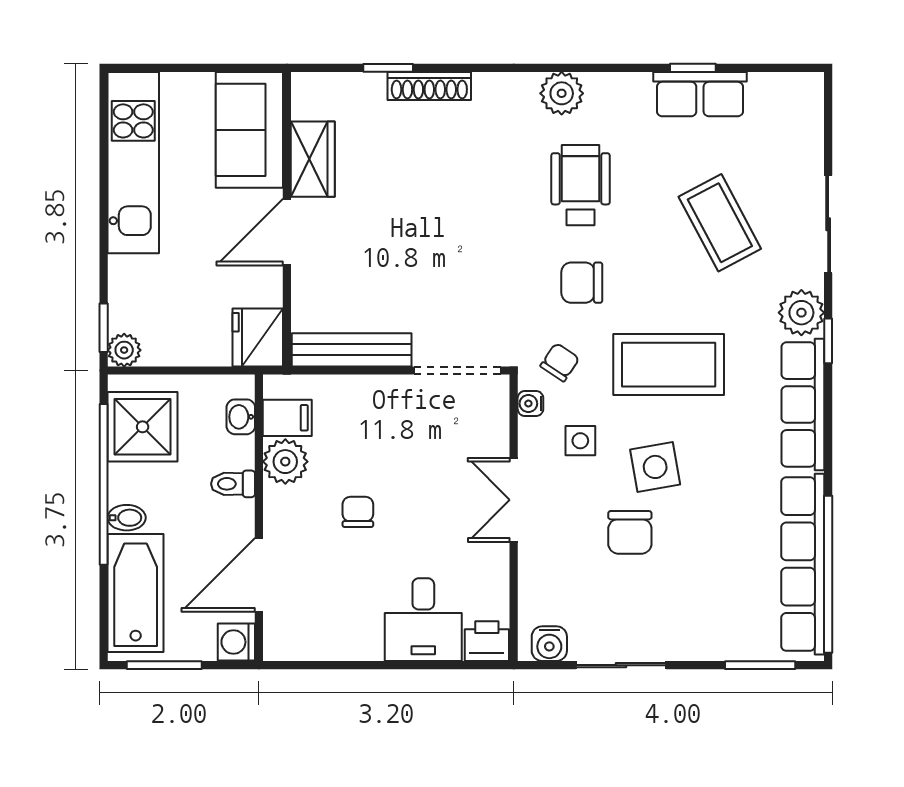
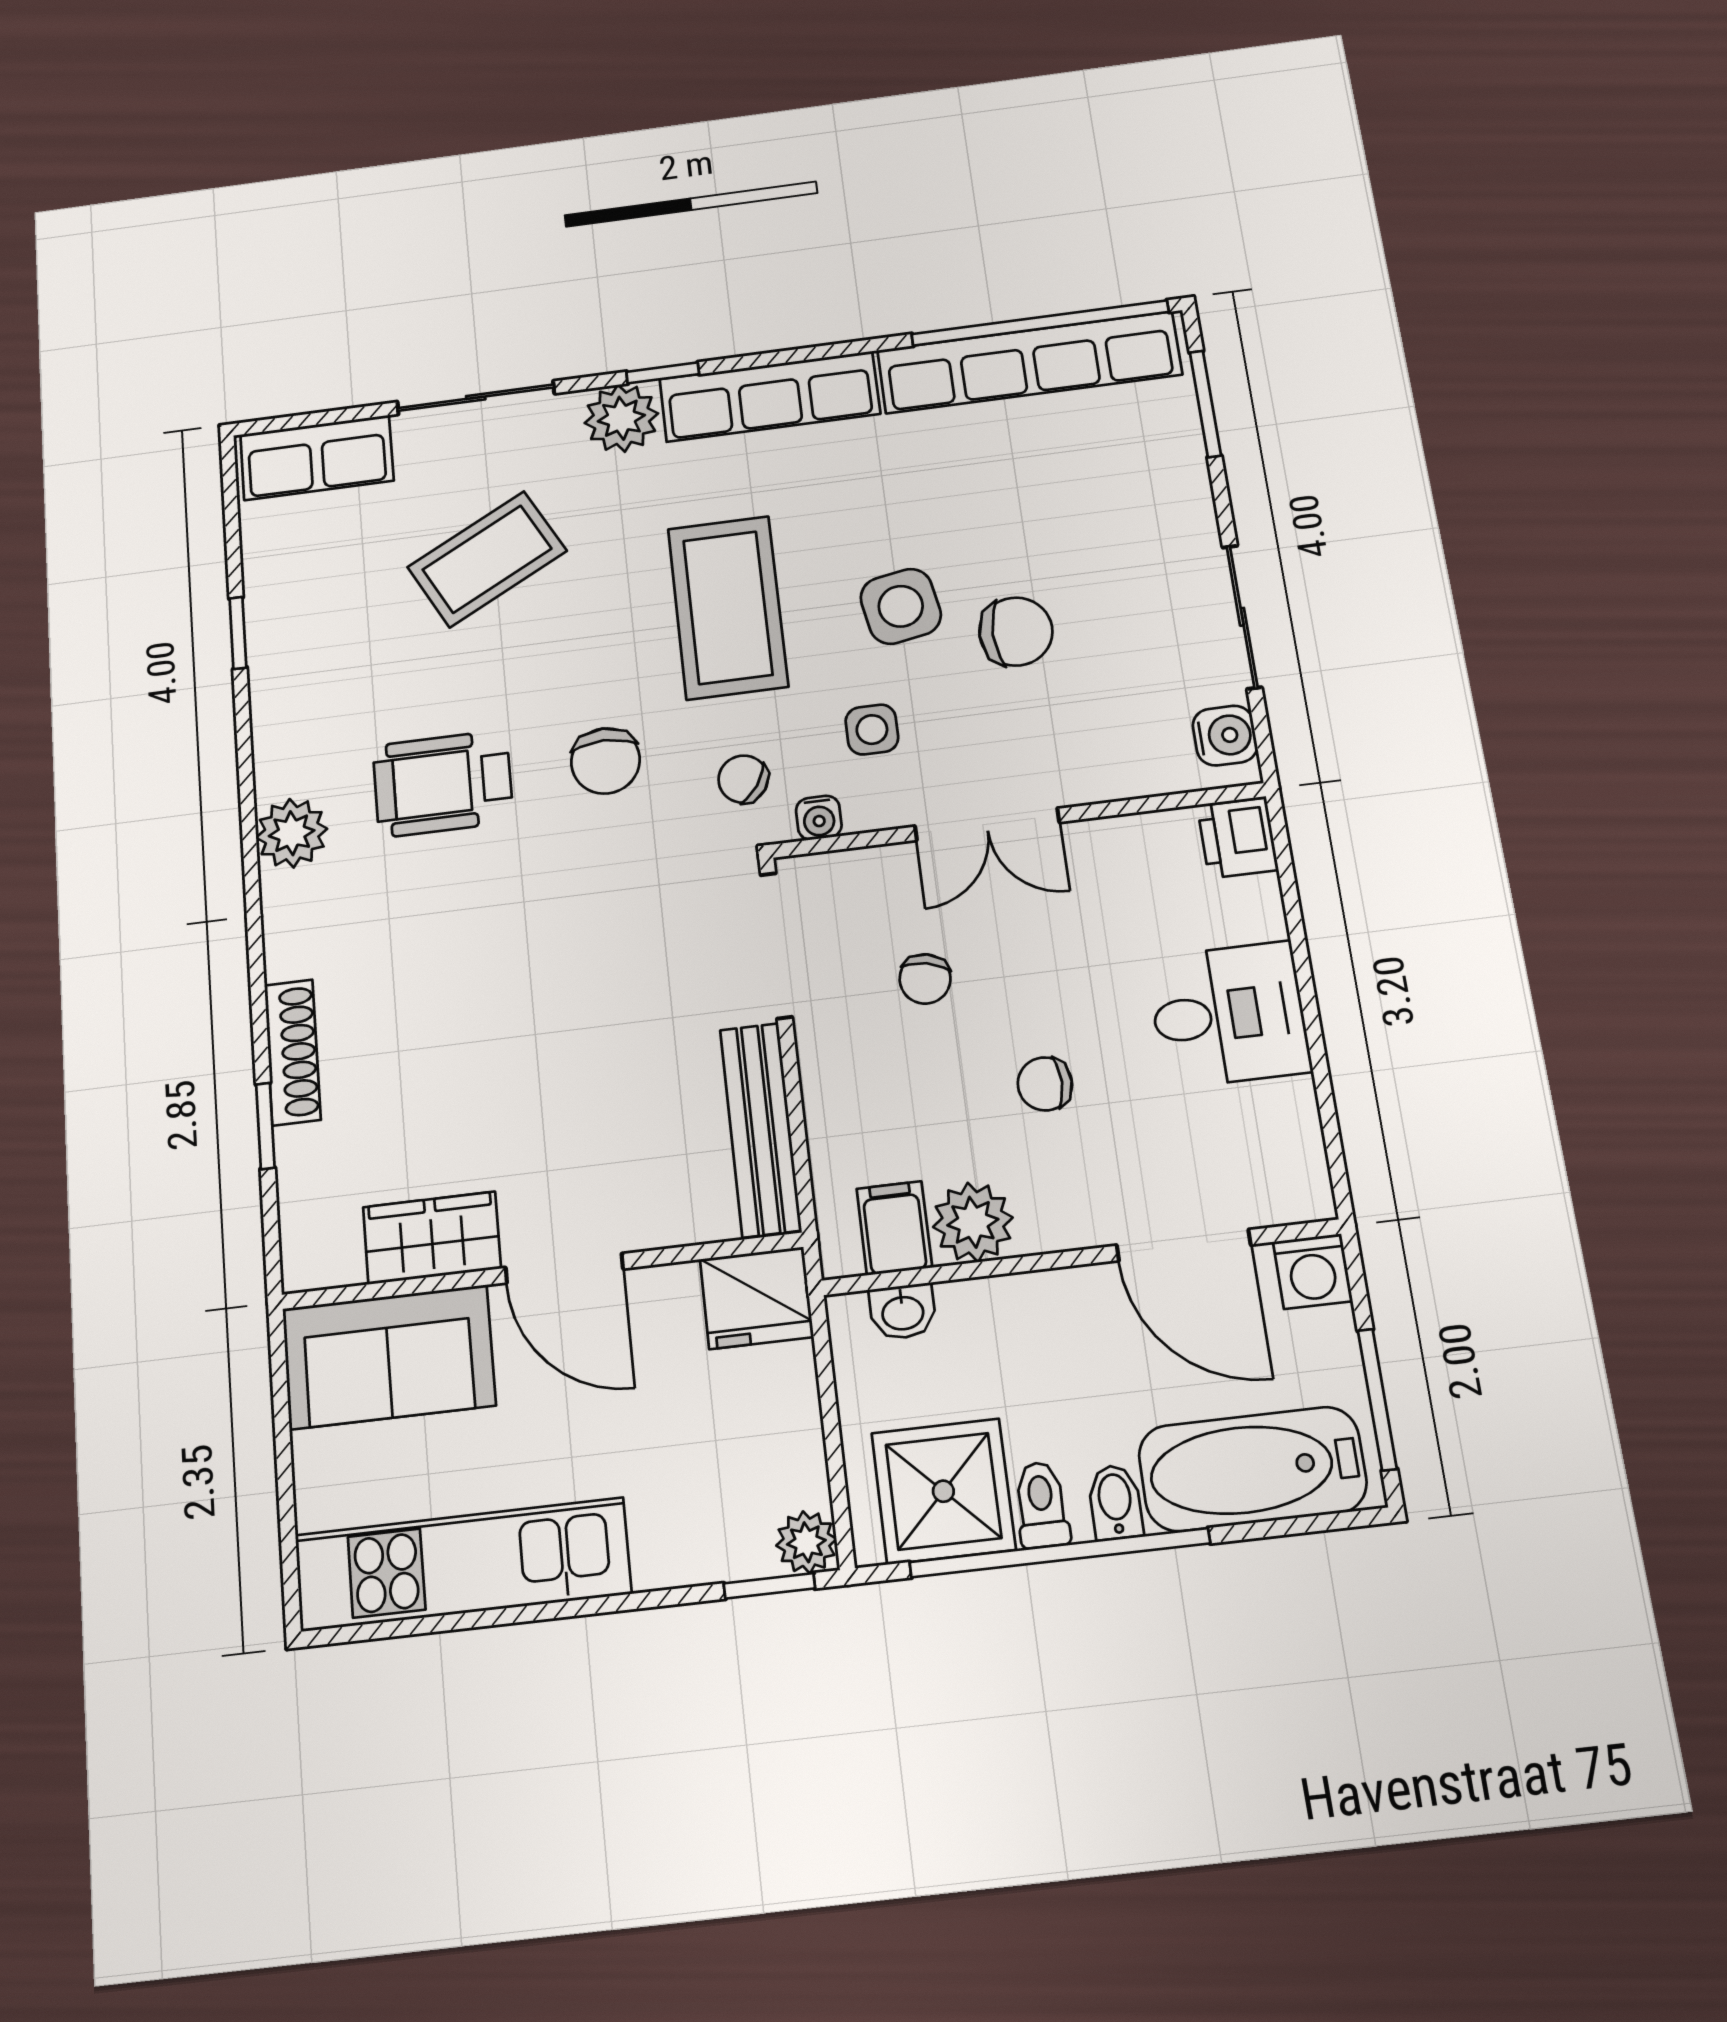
row of seats: (700, 94) -> (317, 458), moved, turned 90
chair: (427, 453) -> (925, 979), added
toilet: (233, 484) -> (1041, 1505), moved, turned 180
desk: (423, 620) -> (1229, 1015), moved

